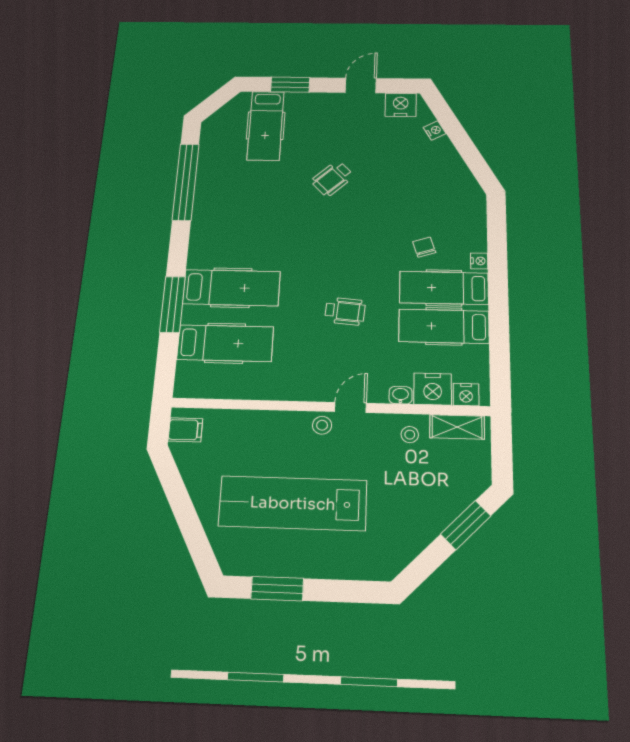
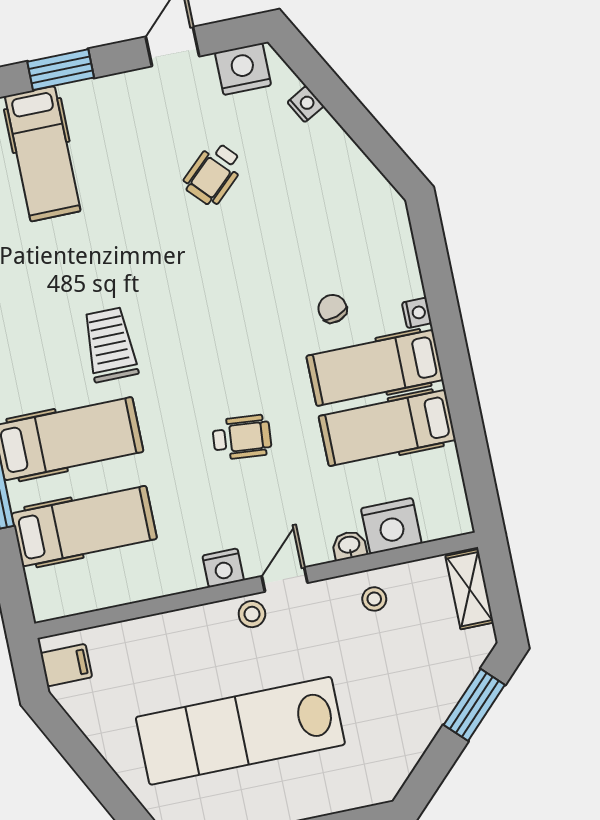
wheelchair: (332, 179) -> (213, 174), moved
trolley: (275, 238) -> (110, 345), added
nightstand: (466, 395) -> (223, 568), moved
shelving: (457, 427) -> (470, 589), moved, turned 90

